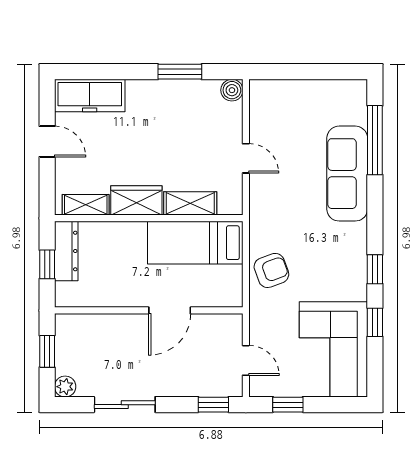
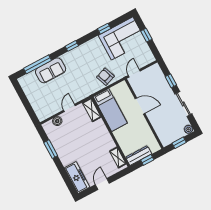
boiler: (232, 90) -> (57, 121), moved
sofa: (347, 174) -> (51, 70), width x0.73
wardrobe: (136, 200) -> (106, 140), removed
shelving: (190, 203) -> (92, 110), moved
window: (375, 269) -> (72, 46), moved
door: (246, 360) -> (134, 73), moved
window: (213, 405) -> (171, 81), moved
window: (288, 405) -> (146, 35), moved

